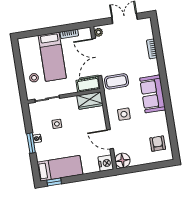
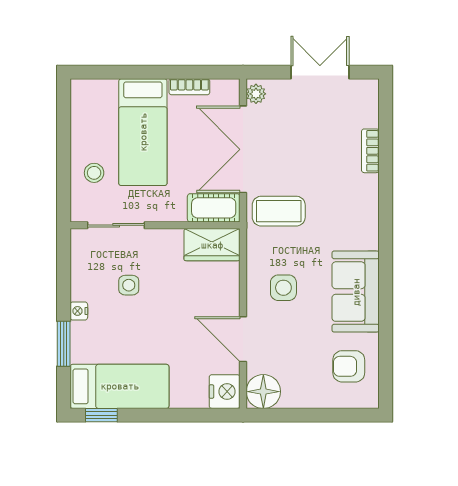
sofa: (153, 94) -> (356, 292), moved
window: (31, 143) -> (64, 344), moved
armchair: (158, 144) -> (349, 366), turned -90

